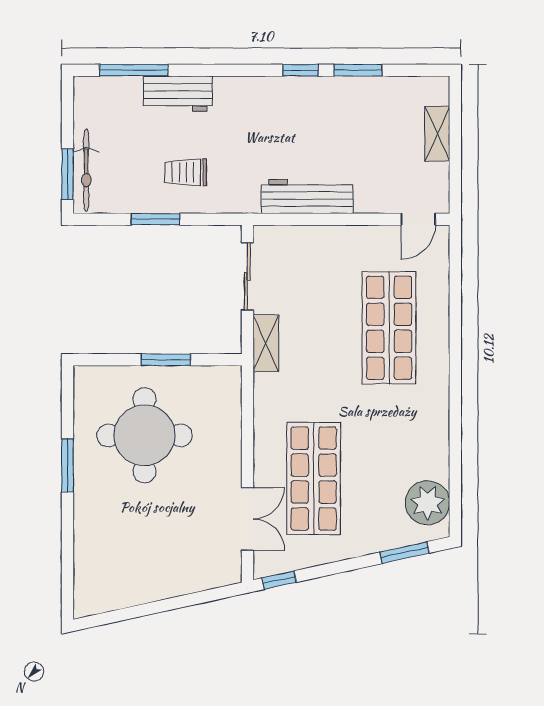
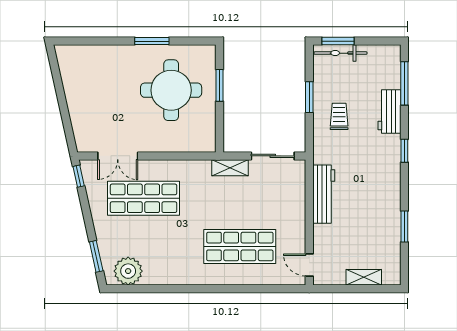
window: (300, 70) -> (404, 151), moved
window: (166, 360) -> (219, 85), moved

